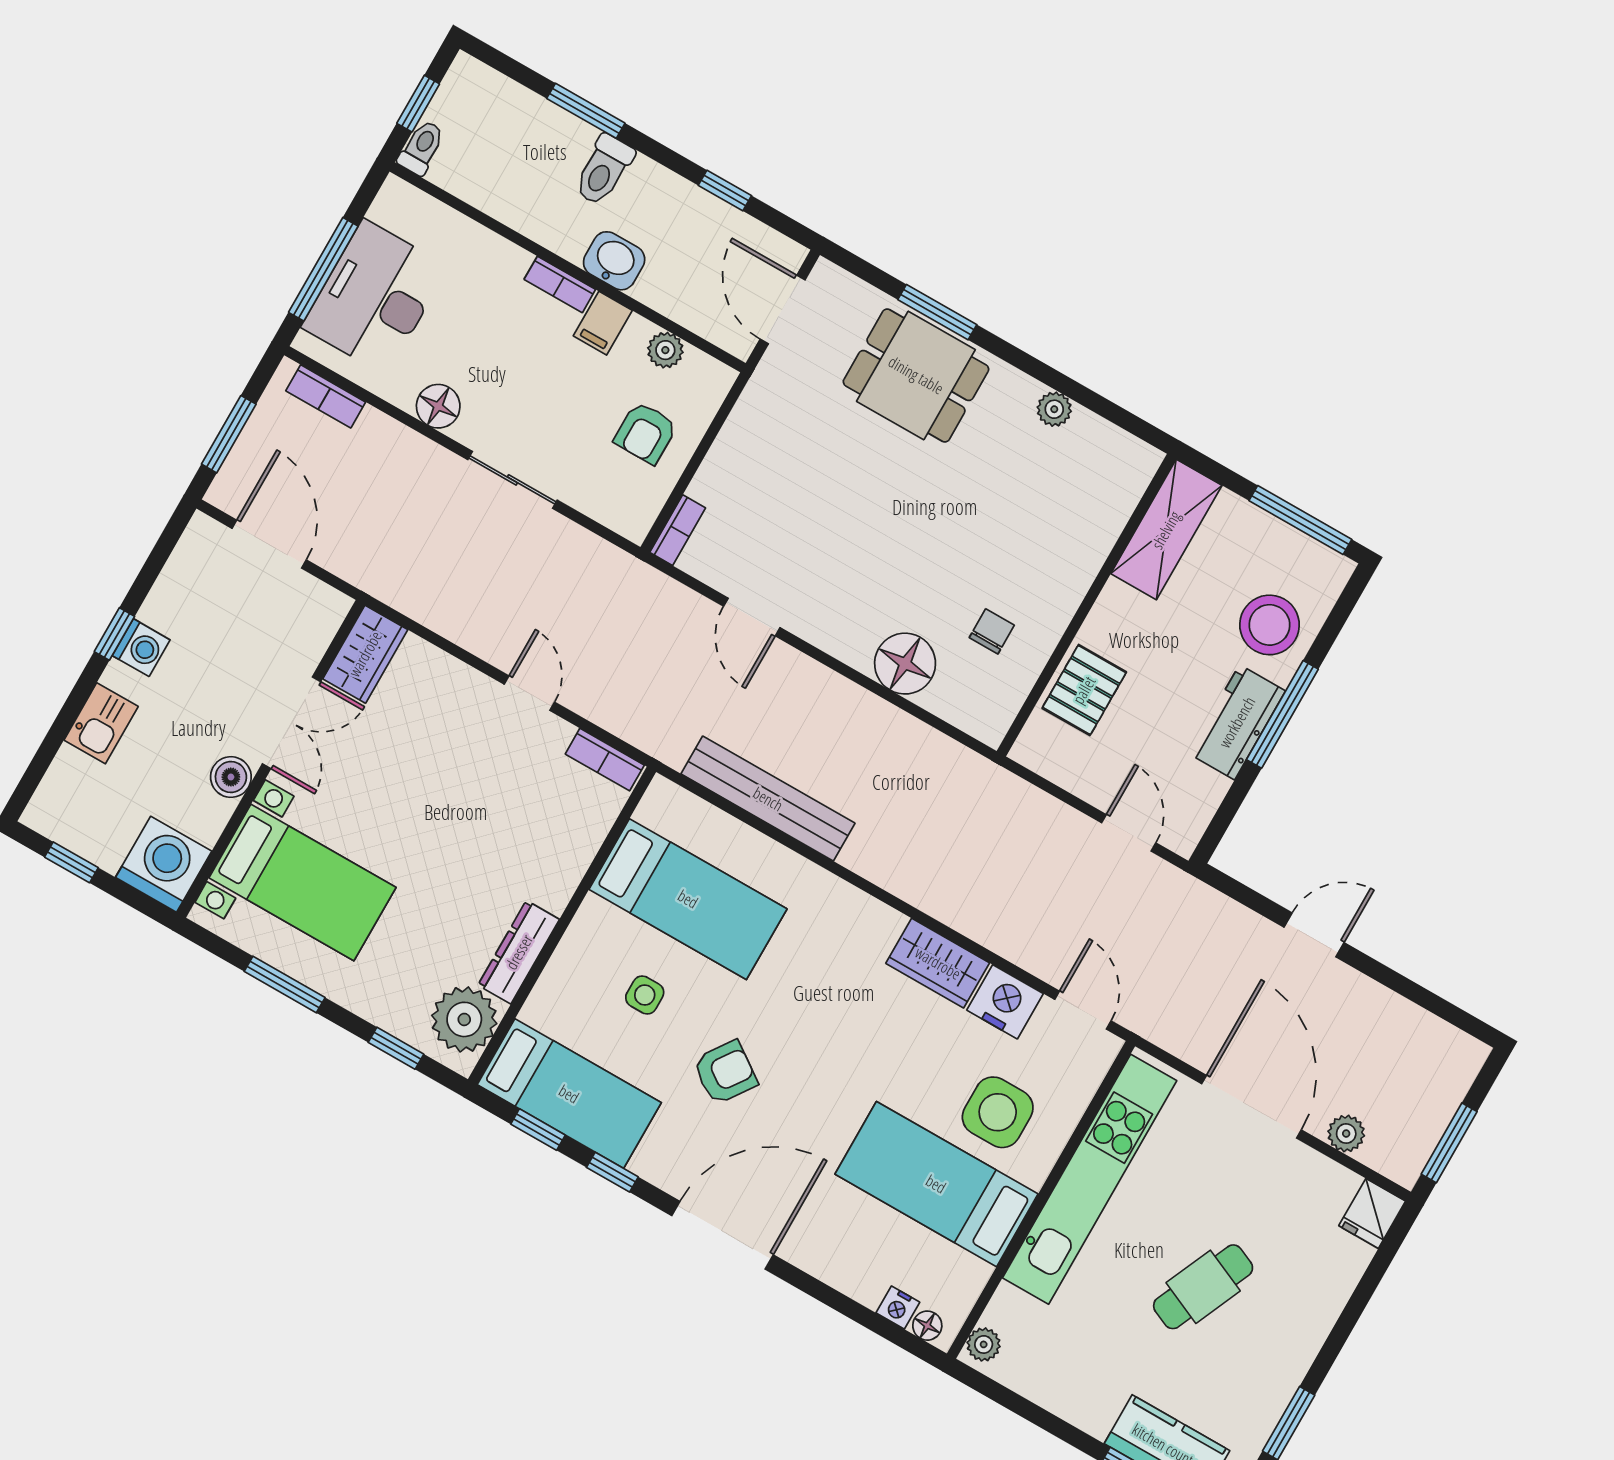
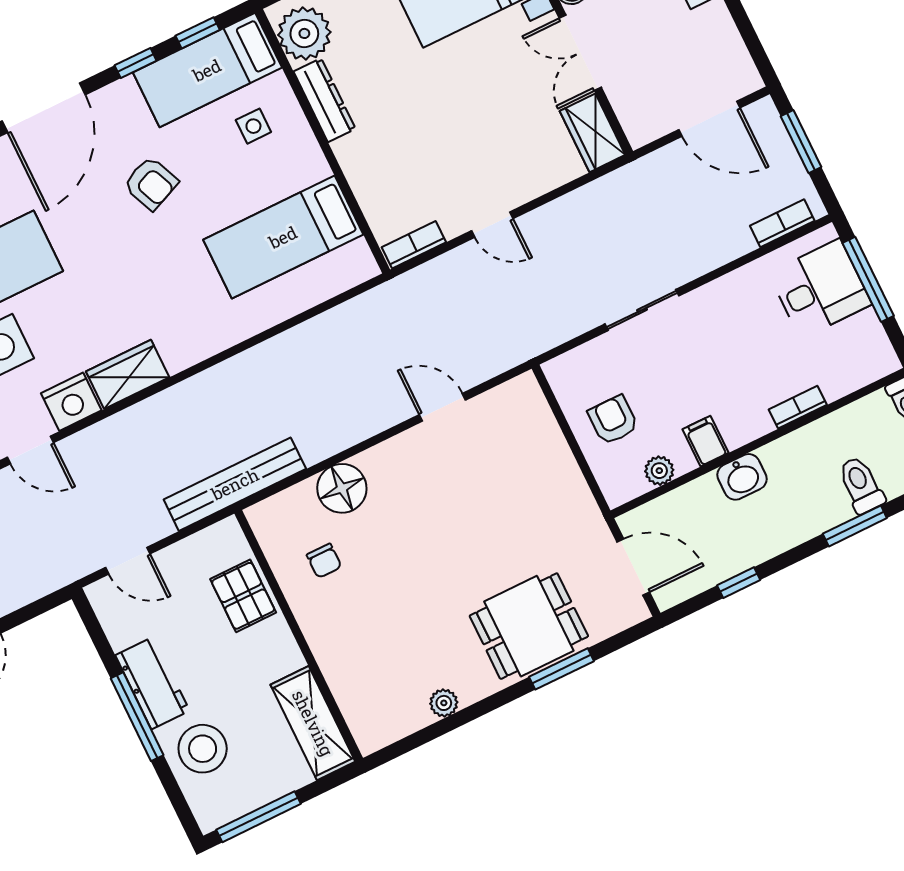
toilet: (604, 170) -> (861, 485), moved
bookcase: (560, 284) -> (798, 407), moved
desk: (375, 297) -> (820, 289), width x0.73
floor lamp: (438, 406) -> (725, 294), removed
bookcase: (678, 530) -> (534, 397), removed
bench: (768, 799) -> (235, 484), moved
side table: (645, 995) -> (253, 126), moved
armchair: (725, 1072) -> (151, 183), turned -58

